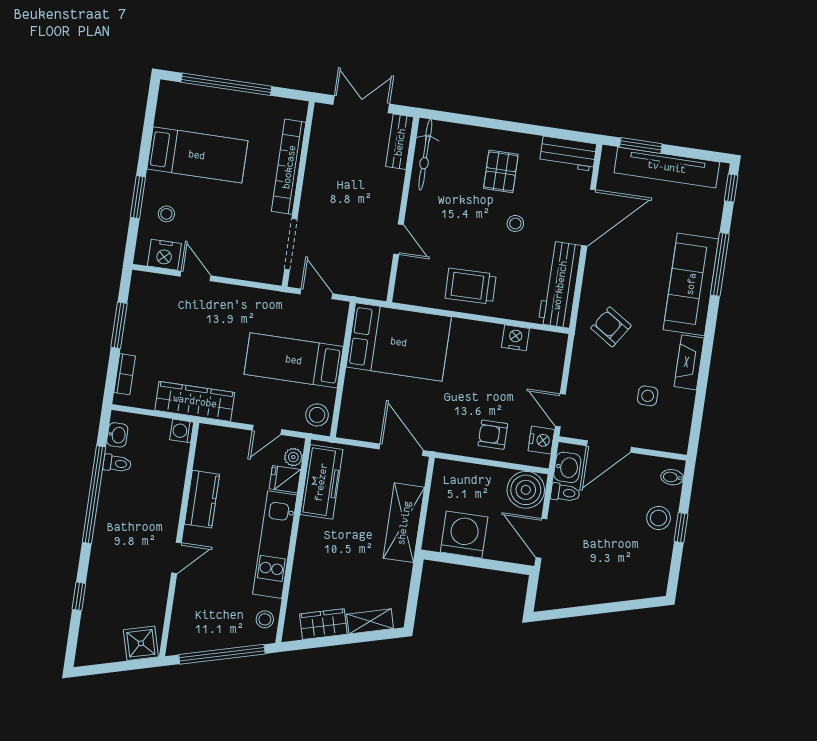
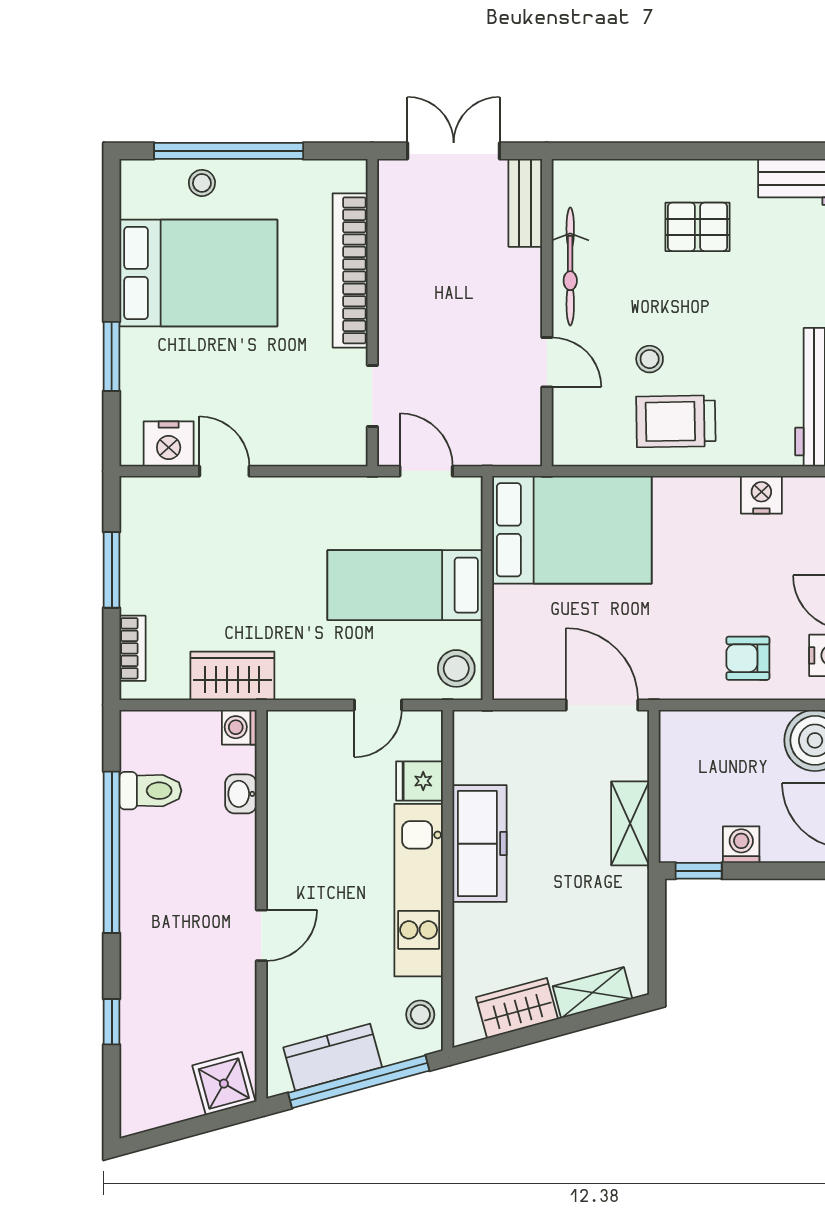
bed: (197, 155) -> (198, 273), width x1.50
bicycle: (425, 155) -> (570, 266), moved
pallet: (501, 171) -> (698, 227), turned 90
stool: (166, 214) -> (202, 183), moved
stool: (515, 223) -> (650, 359), moved
doorway: (291, 244) -> (372, 396), width x0.73
wardrobe: (195, 401) -> (232, 676), width x0.67
washbasin: (117, 435) -> (241, 794), moved, turned 180
plant: (293, 457) -> (428, 743), removed
toilet: (117, 463) -> (150, 791), width x1.37, depth x1.39
freezer: (321, 482) -> (480, 844), moved
kitchen counter: (202, 499) -> (333, 1057), moved, turned -105
shelving: (404, 523) -> (630, 823), width x0.67, depth x0.75
washing machine: (464, 535) -> (741, 845), width x0.53, depth x0.53
window: (445, 558) -> (699, 871), added

